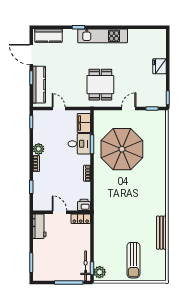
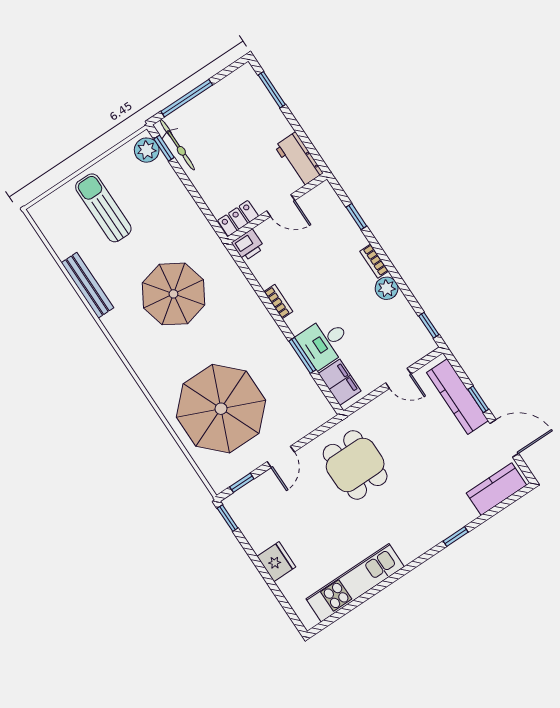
kitchen unit: (103, 36) -> (355, 583), moved
parasol: (122, 149) -> (221, 409), moved
parasol: (128, 205) -> (173, 294), added

